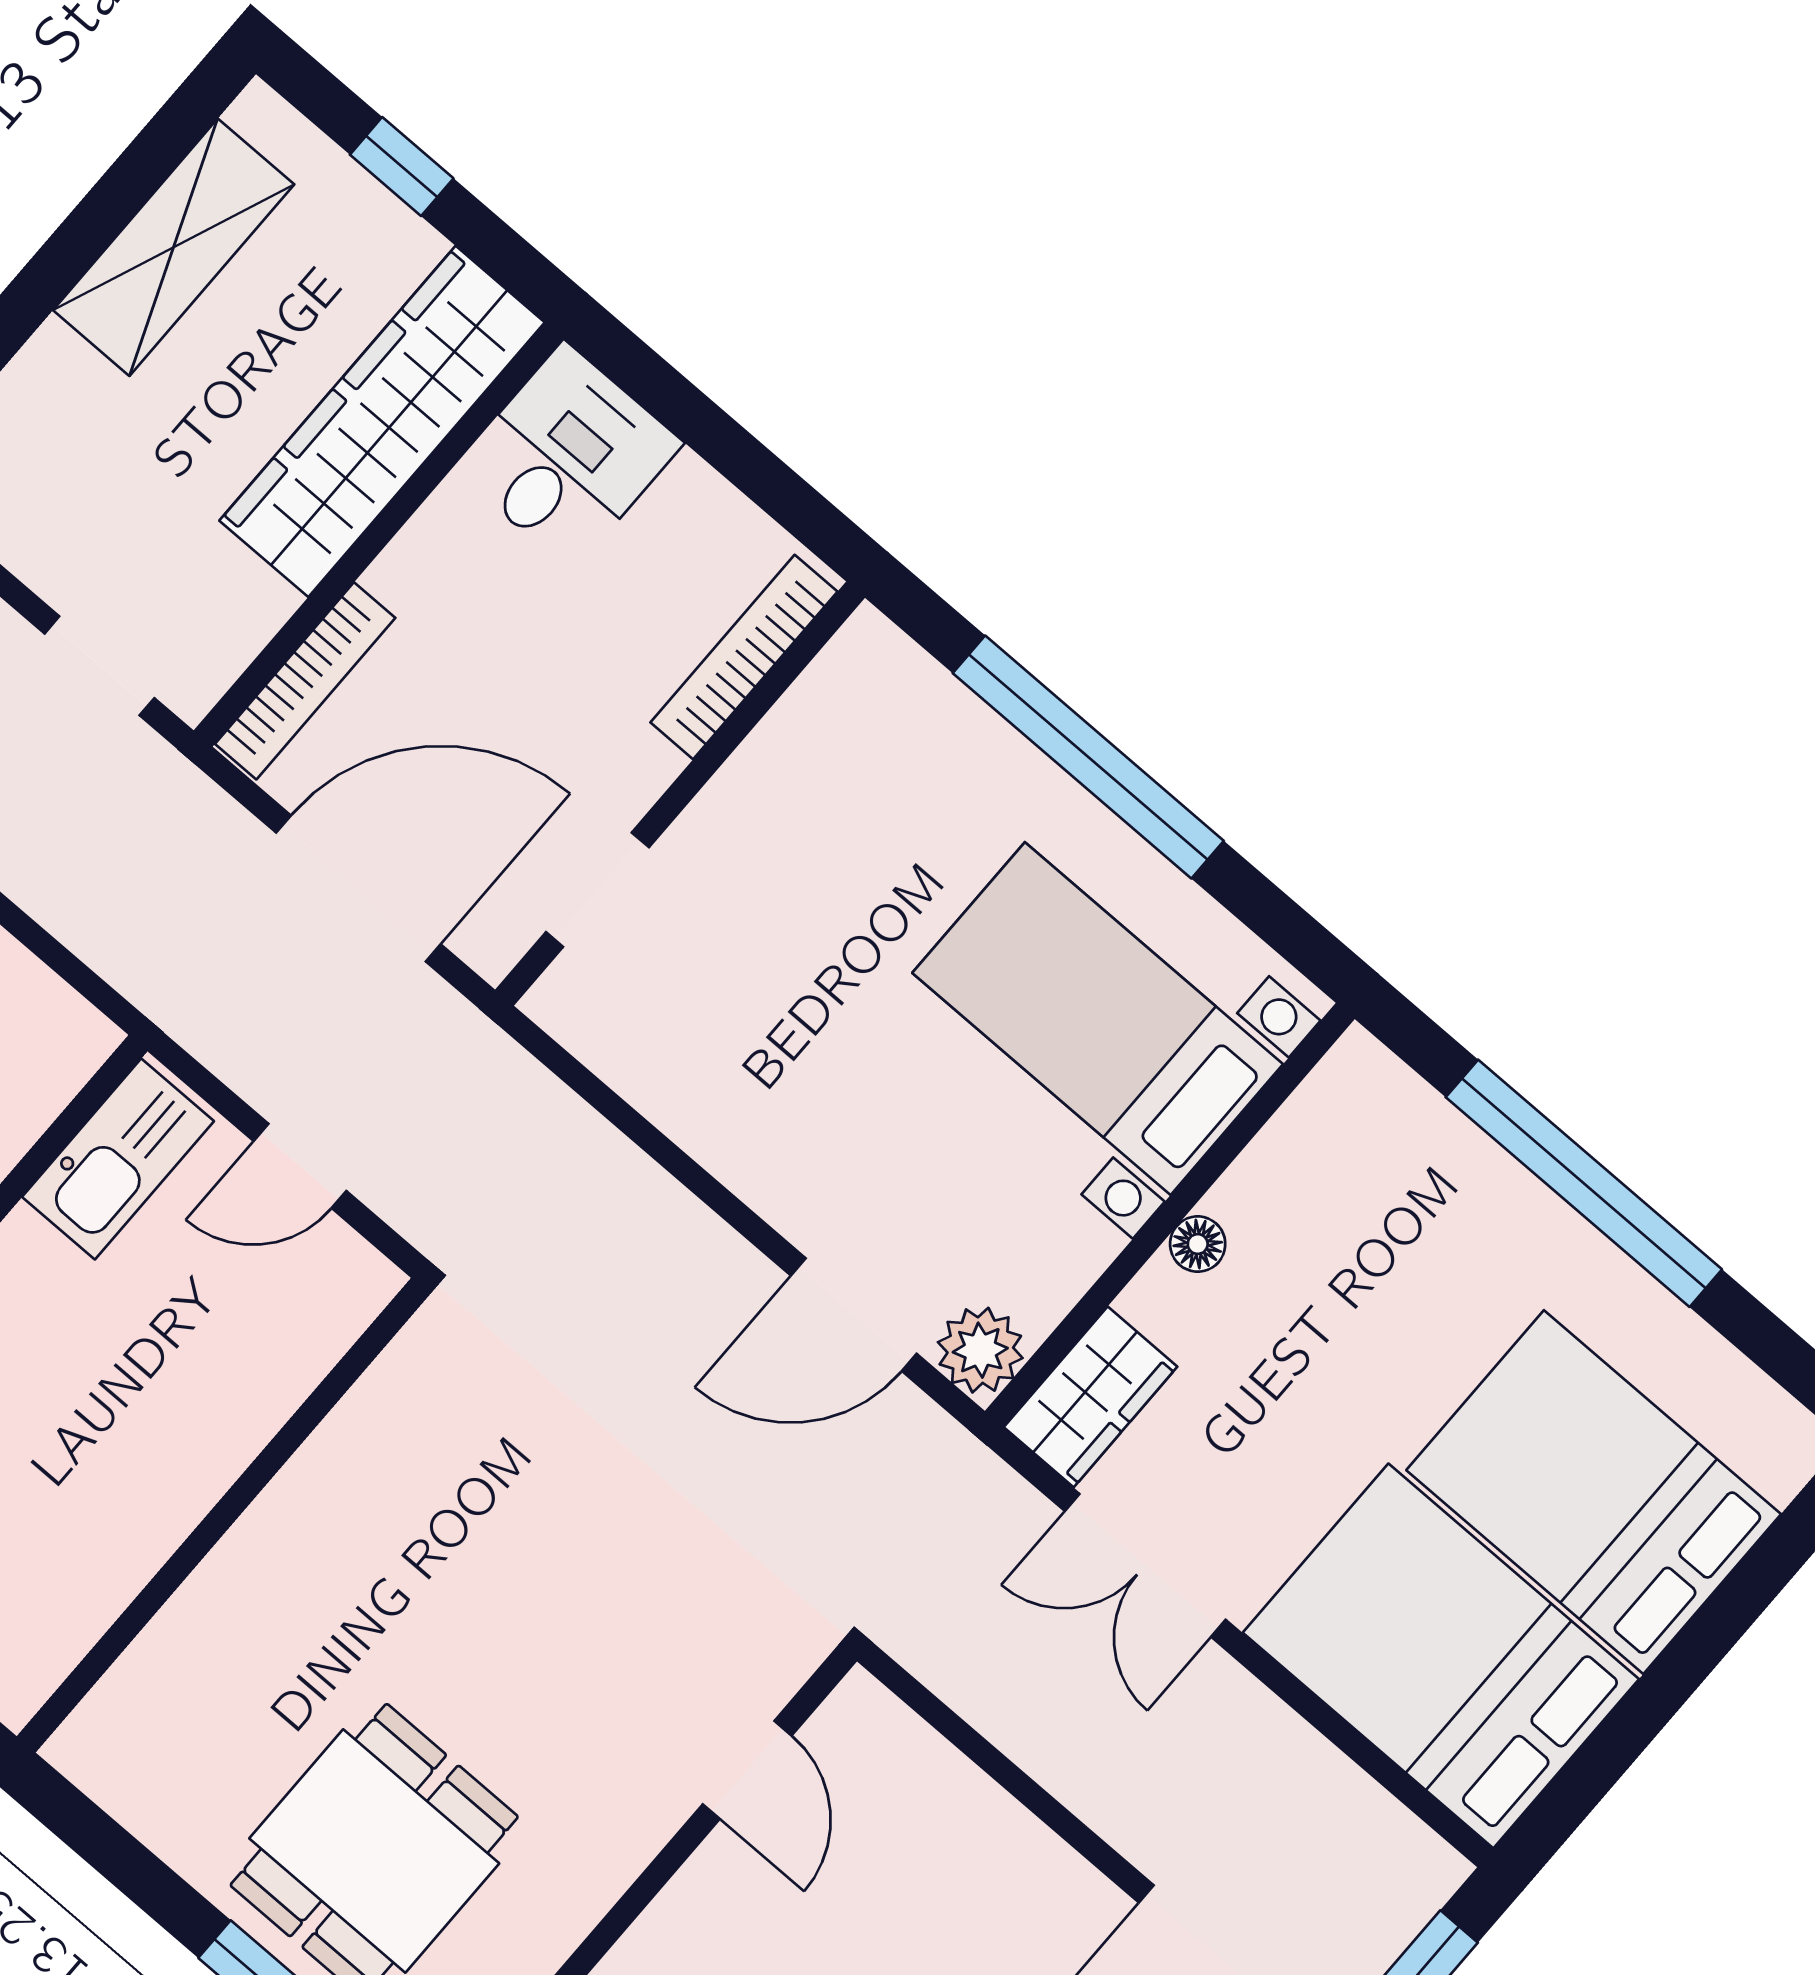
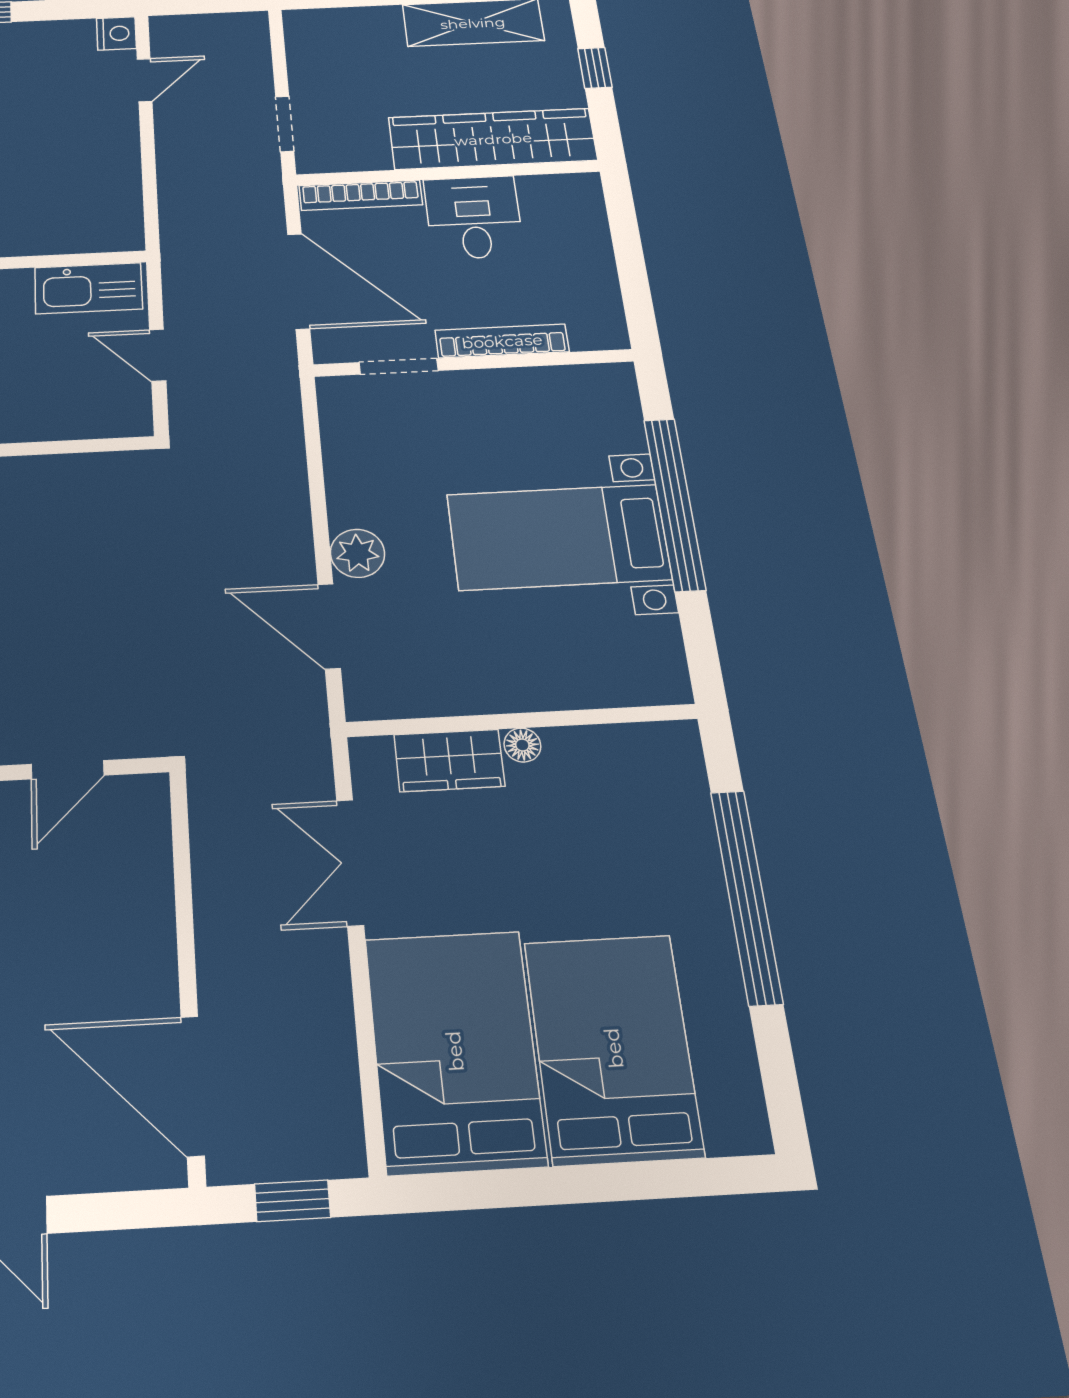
desk: (568, 456) -> (474, 217), moved, turned -90
bookcase: (744, 657) -> (502, 341), moved
bed with nightstands: (1098, 1019) -> (559, 537), moved, turned -90
plant: (980, 1350) -> (358, 553), moved
wardrobe: (1091, 1397) -> (449, 760), moved

